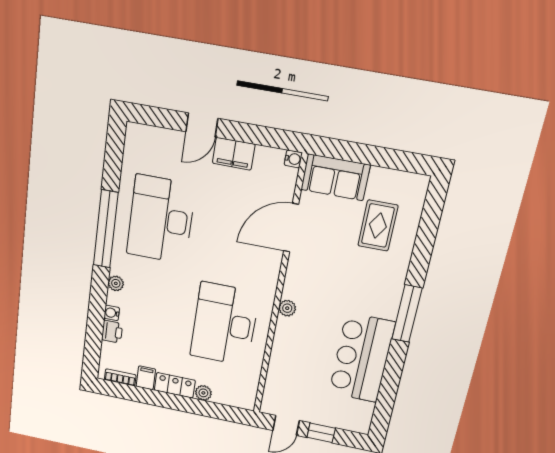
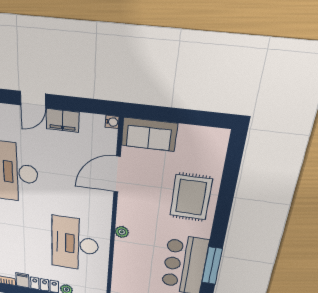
rug: (378, 226) -> (191, 197), moved, width x1.36, depth x1.43
window: (407, 314) -> (212, 266), moved

